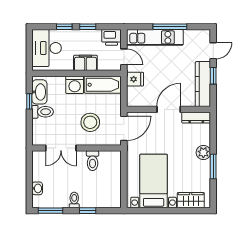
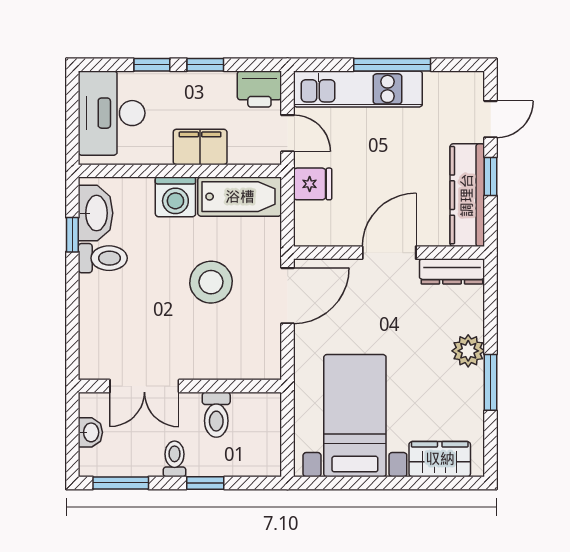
double door: (61, 148) -> (144, 386), moved
wall: (77, 148) -> (180, 386), moved
toilet: (93, 161) -> (216, 415), moved

